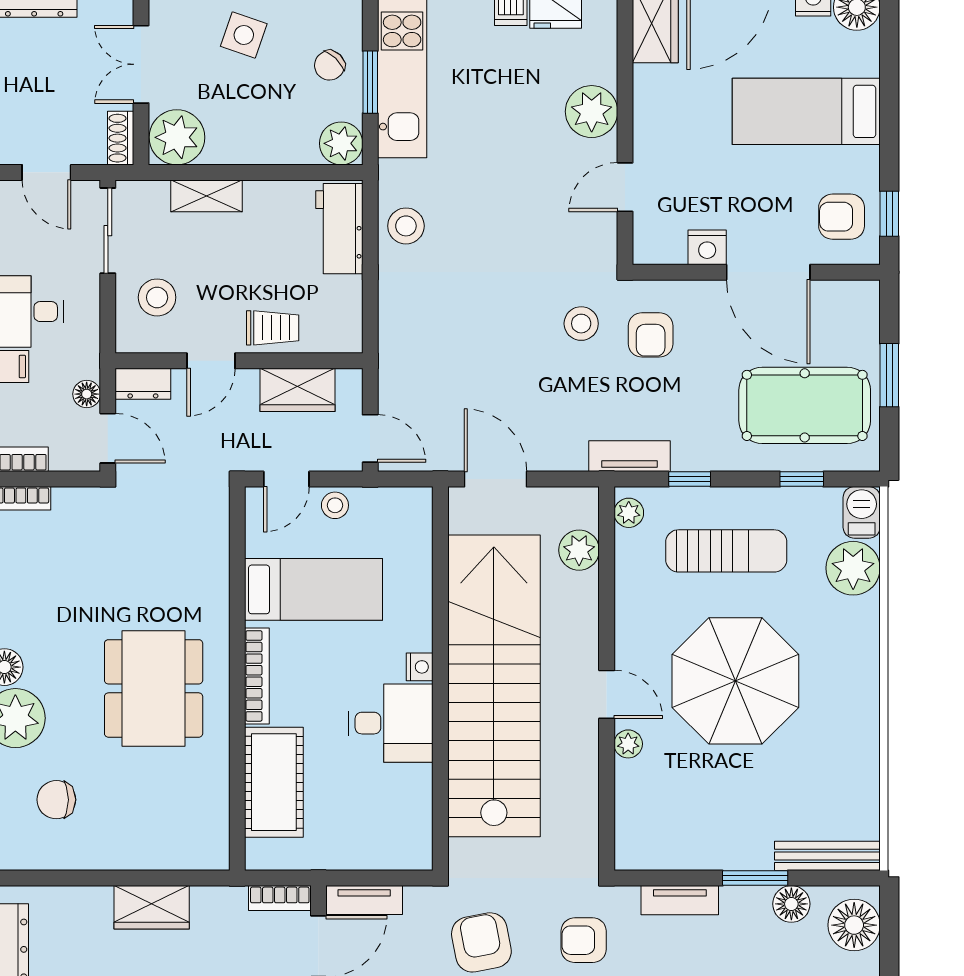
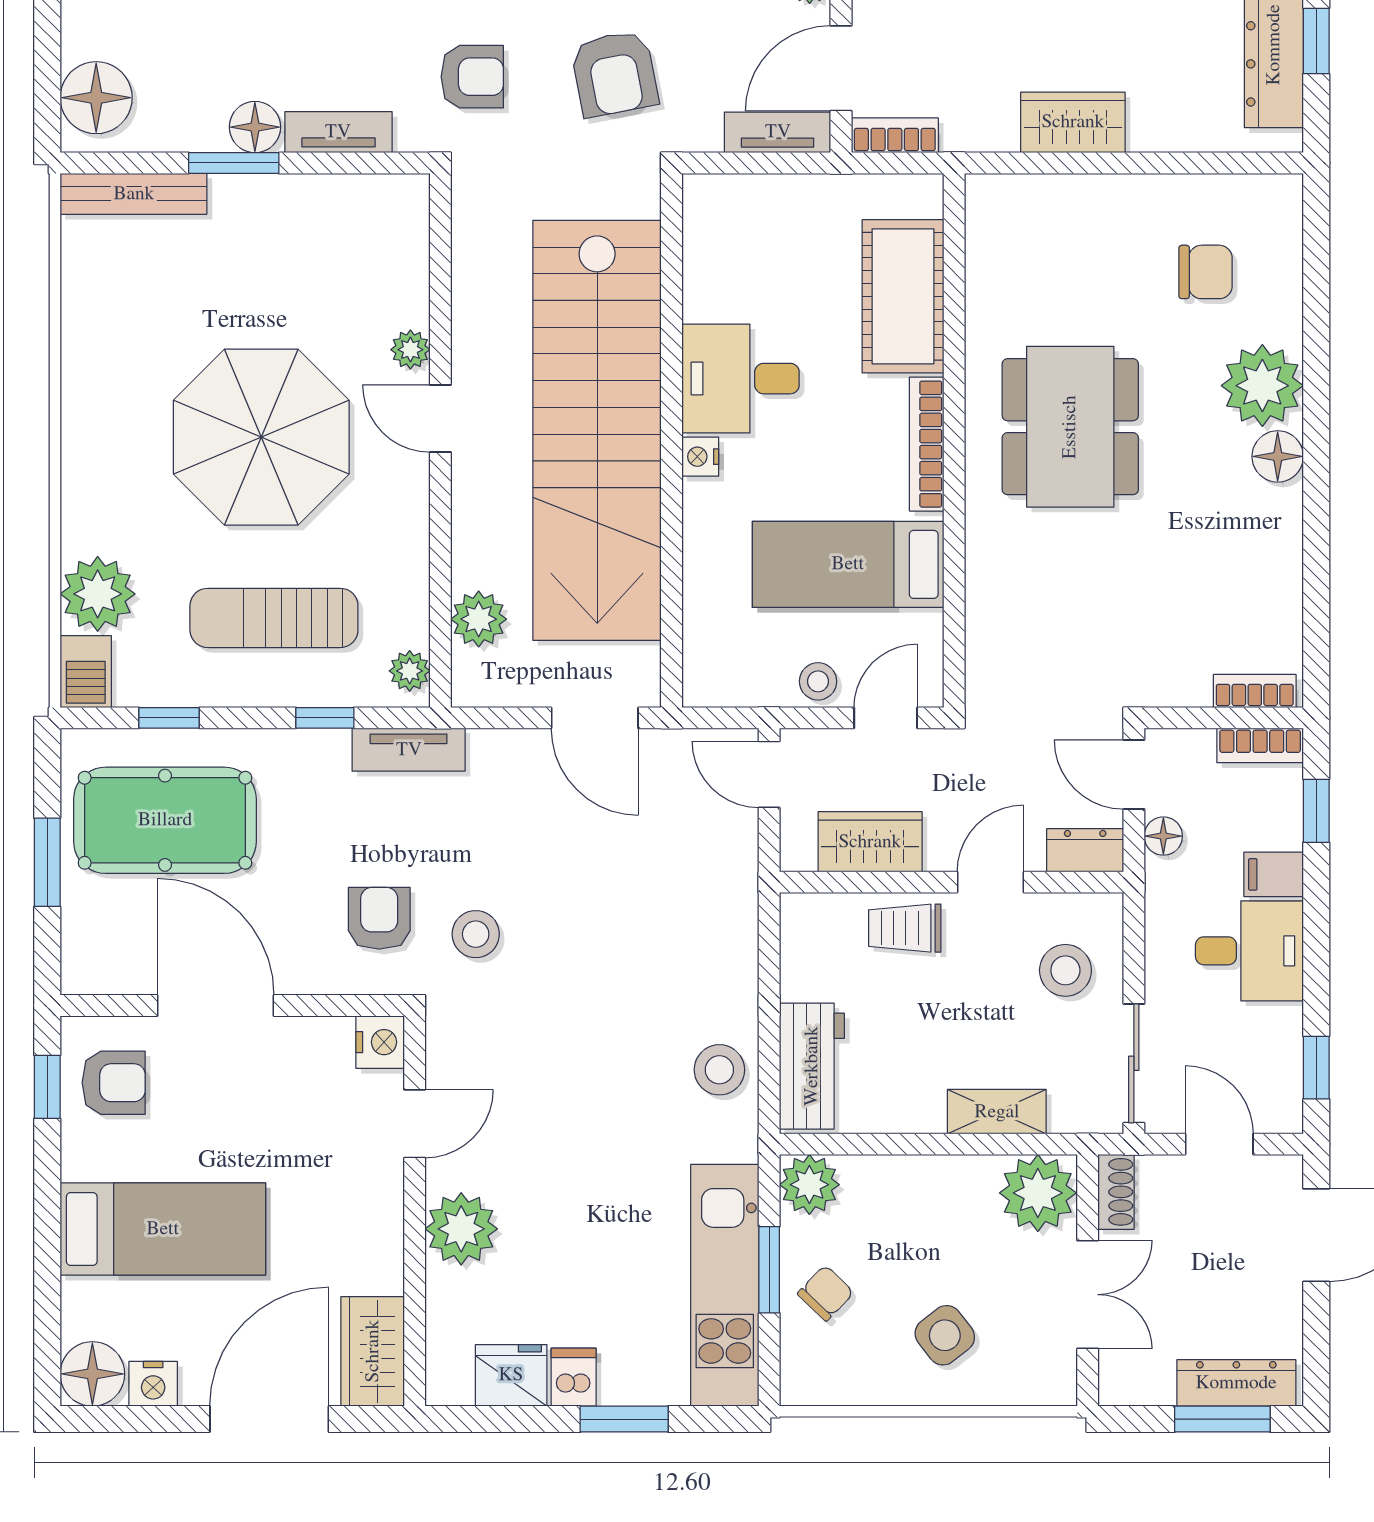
side table: (244, 35) -> (945, 1335), turned 33
nightstand: (707, 247) -> (380, 1042), moved, turned 90
floor lamp: (791, 904) -> (255, 127), moved

